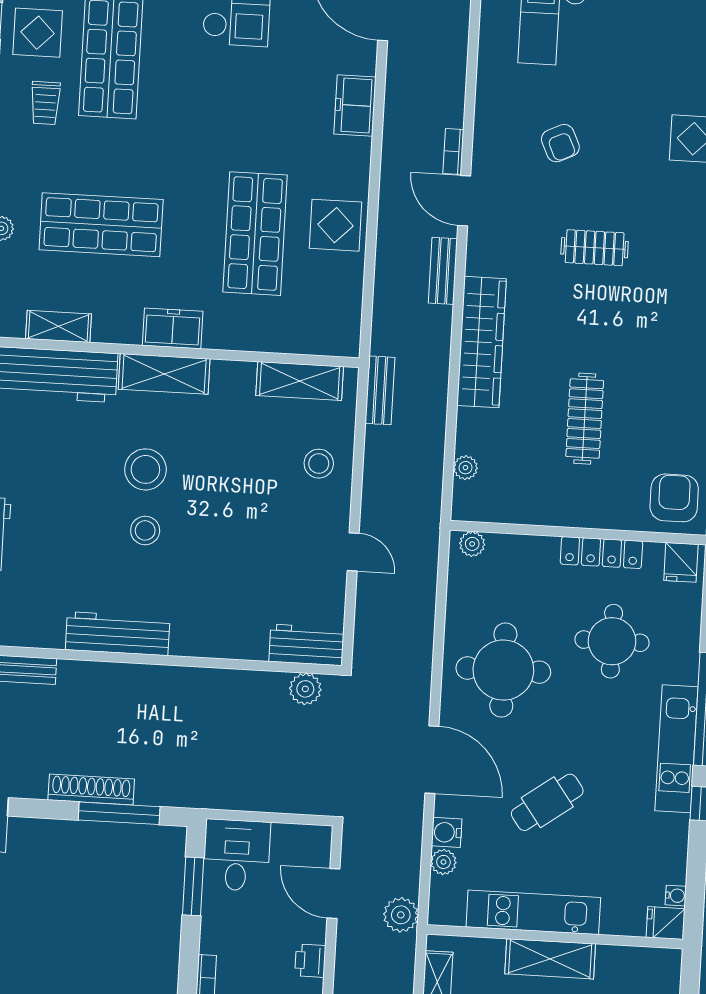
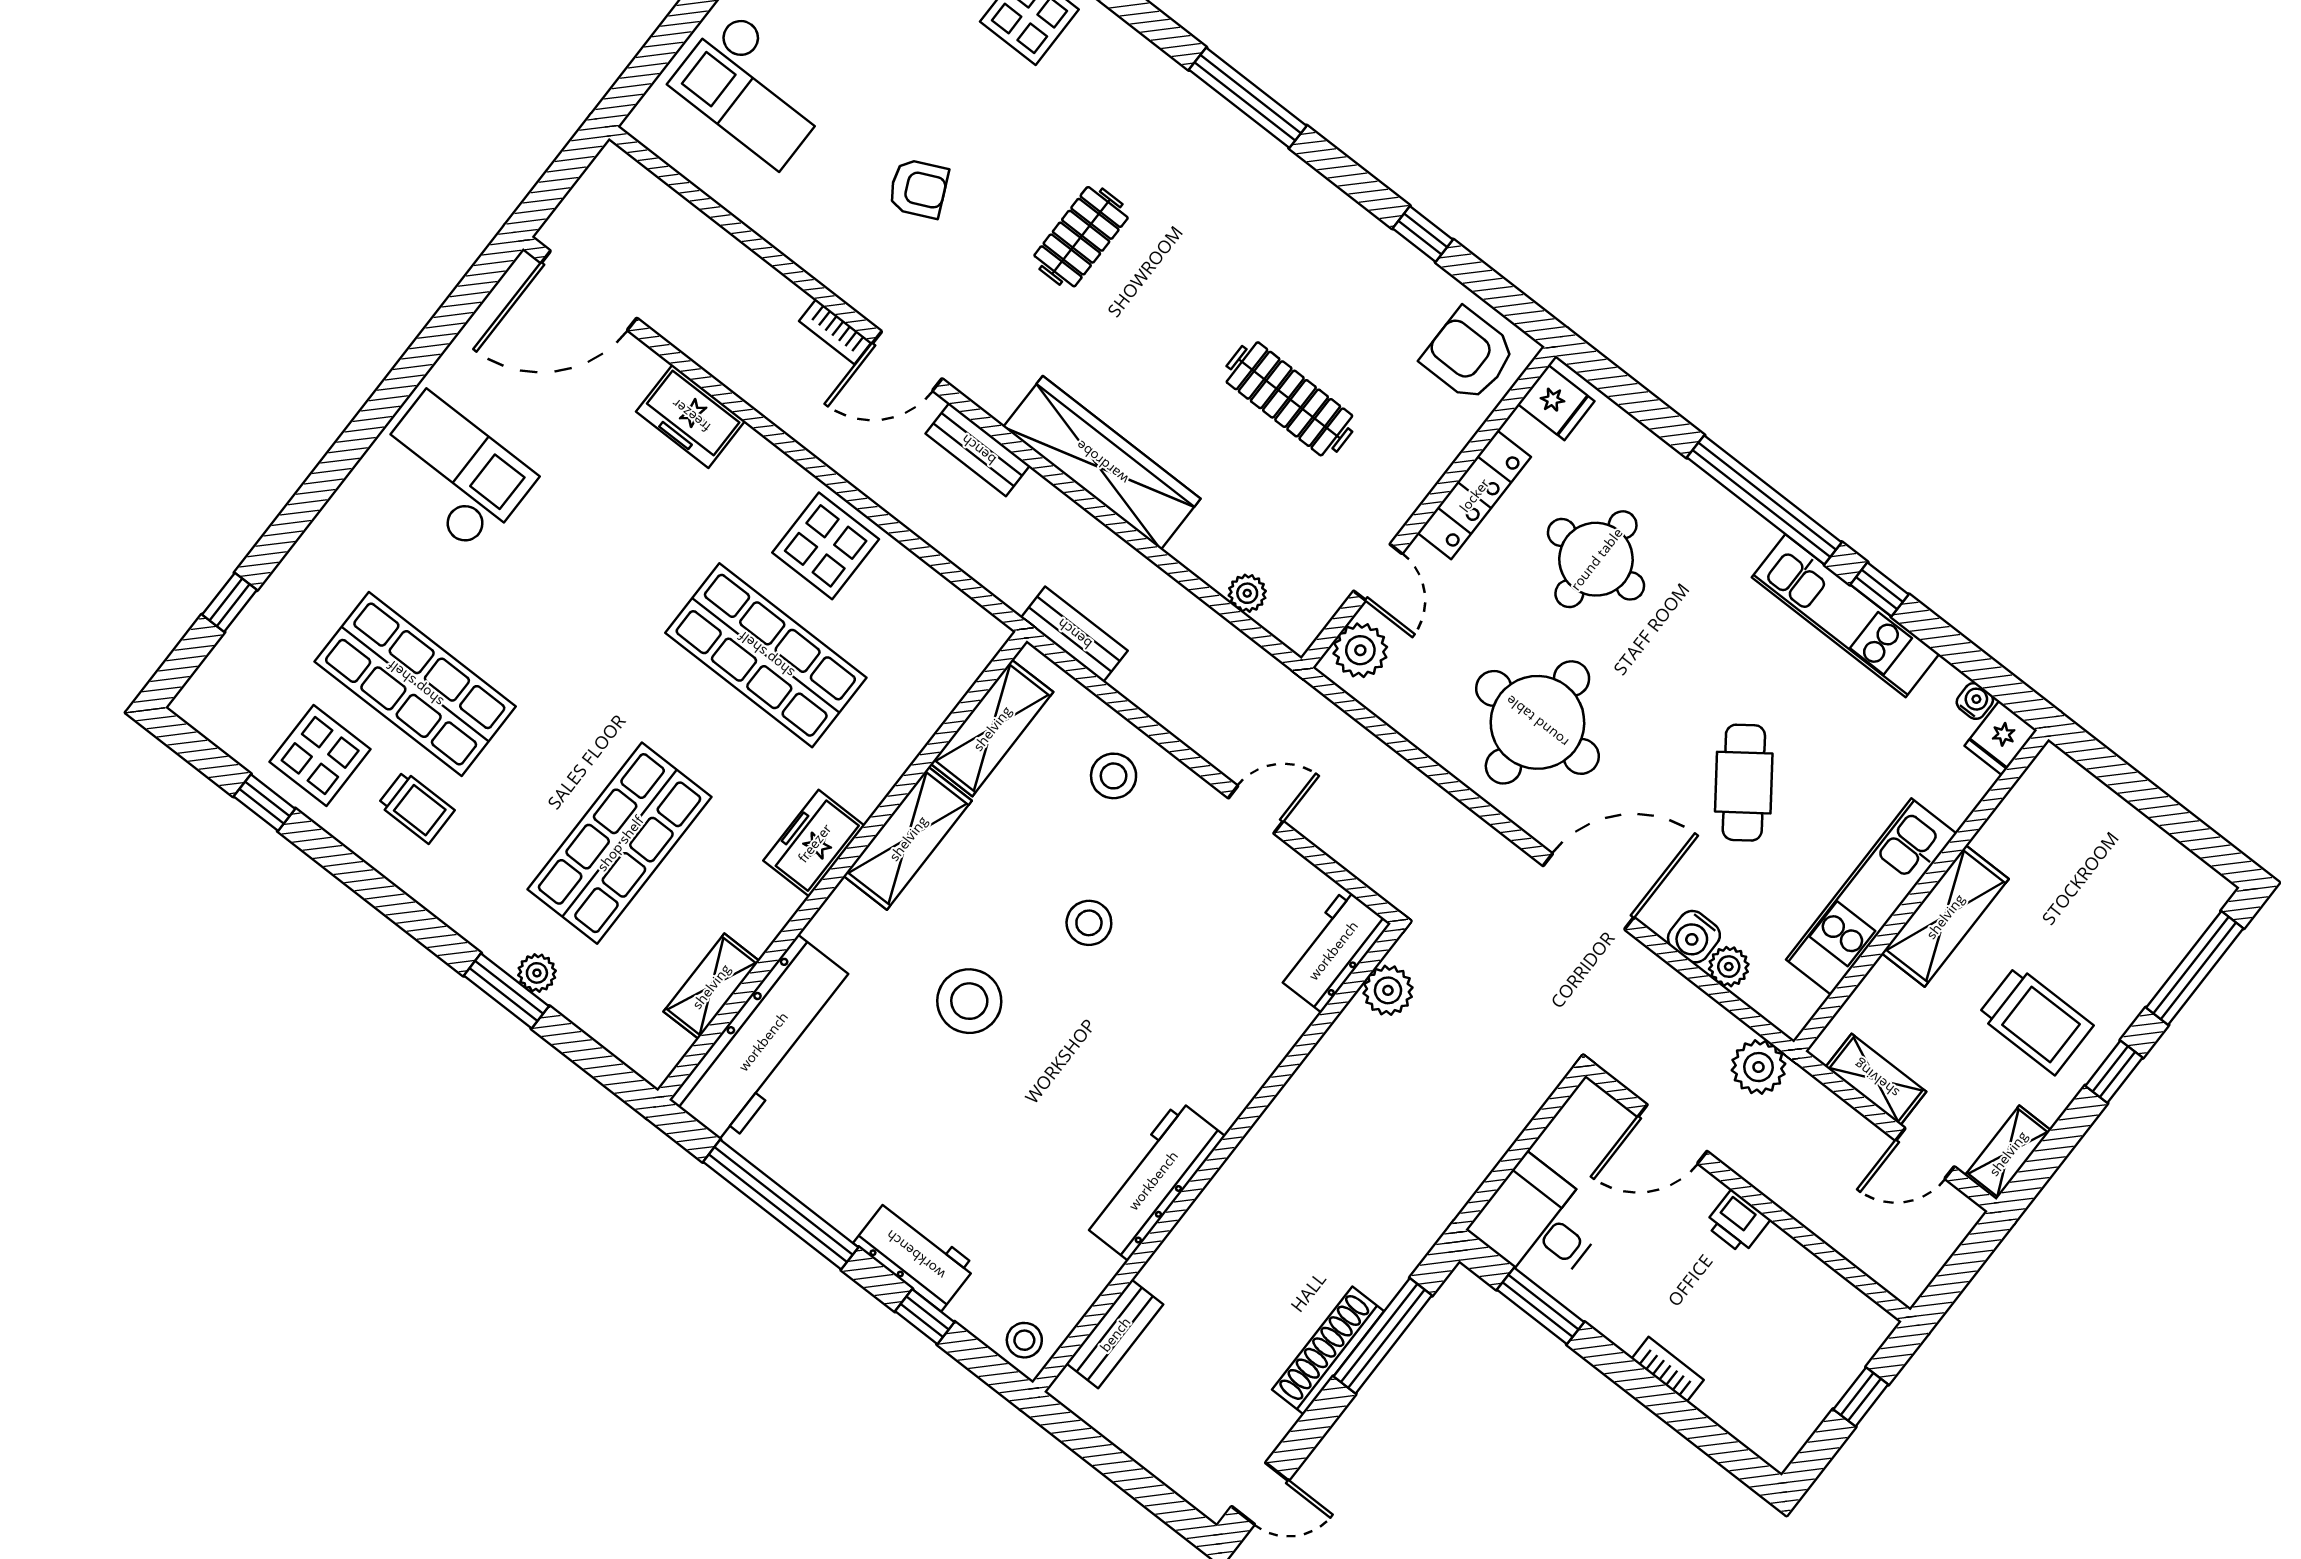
shelving: (164, 374) -> (908, 838), moved
stool: (145, 530) -> (1089, 923), moved
door: (525, 530) -> (1378, 572), added
plant: (472, 544) -> (1360, 650), width x1.38, depth x1.38
kitchen unit: (676, 749) -> (1846, 616), moved

